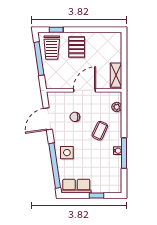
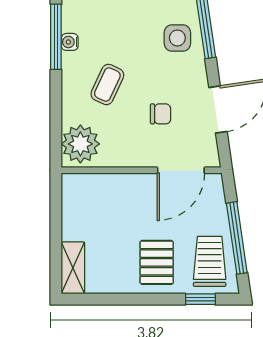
shelving: (116, 75) -> (73, 268), moved
door: (85, 90) -> (181, 170), moved
plant: (117, 107) -> (80, 144), width x1.88, depth x1.88

